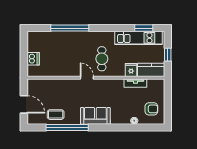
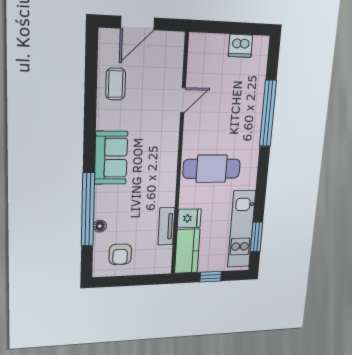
dishwasher: (33, 59) -> (240, 46), moved
cafe table: (102, 59) -> (212, 169), width x1.37, depth x1.35
door: (87, 78) -> (183, 100), moved
window: (67, 127) -> (88, 209), moved

